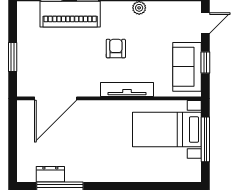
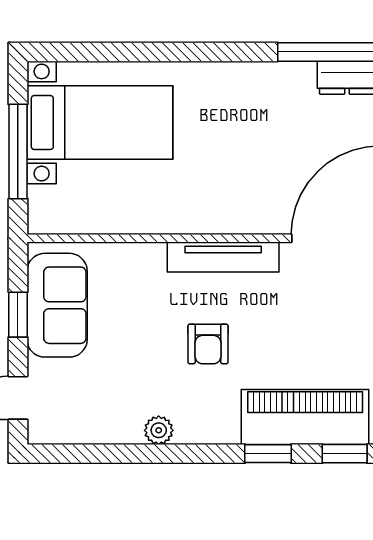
tv unit: (127, 90) -> (223, 257), moved
bed with nightstands: (167, 129) -> (100, 122), moved

